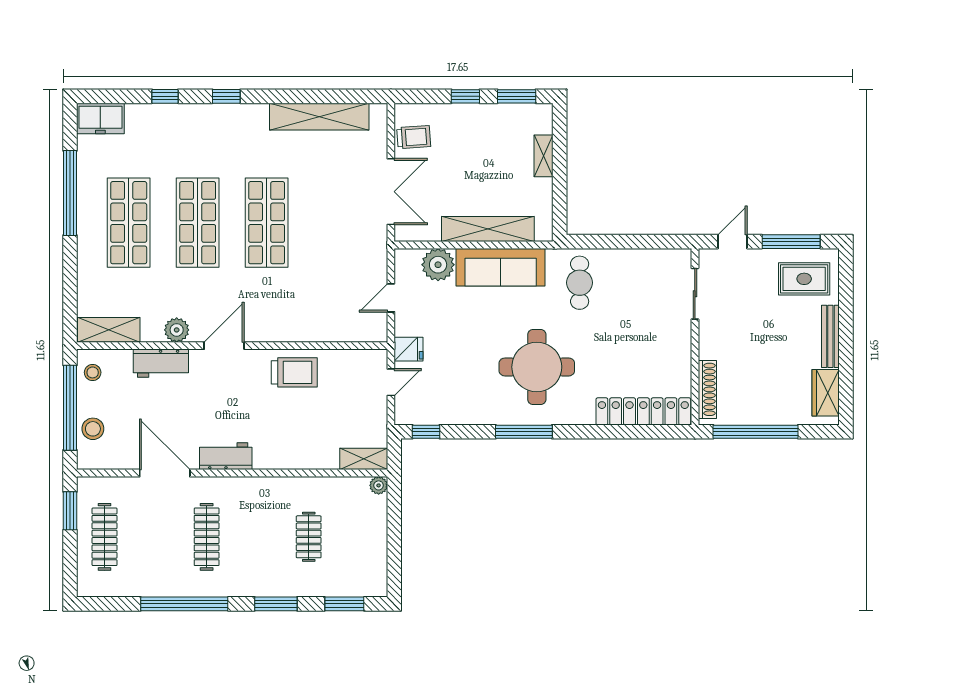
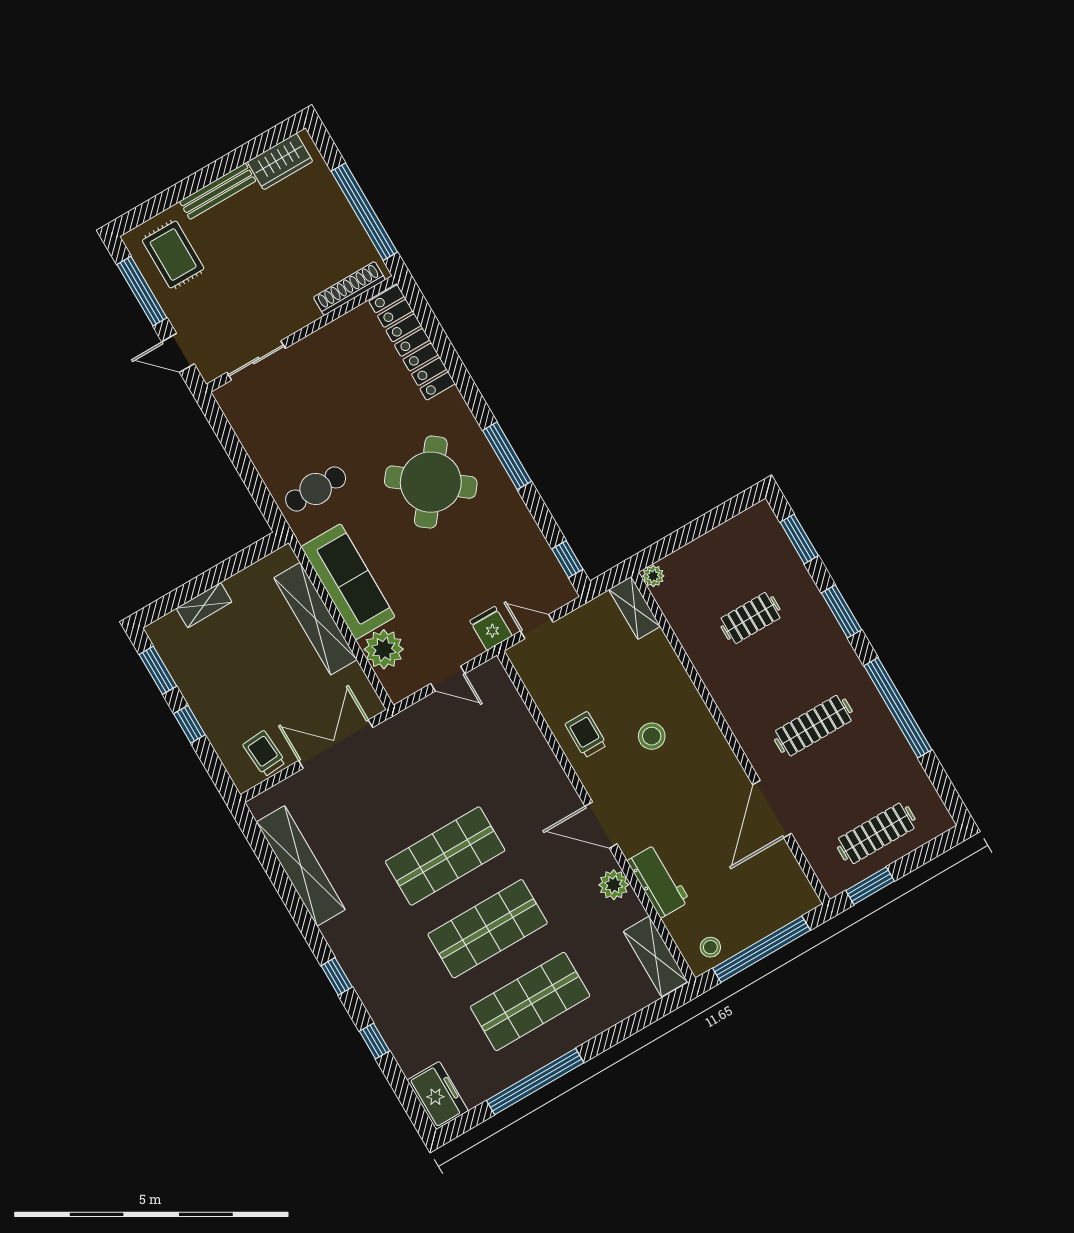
round table: (537, 367) -> (431, 482), turned 38
trolley: (294, 372) -> (586, 735), width x0.73, depth x0.72
stool: (93, 429) -> (652, 736), moved
workbench: (226, 456) -> (717, 755), removed

